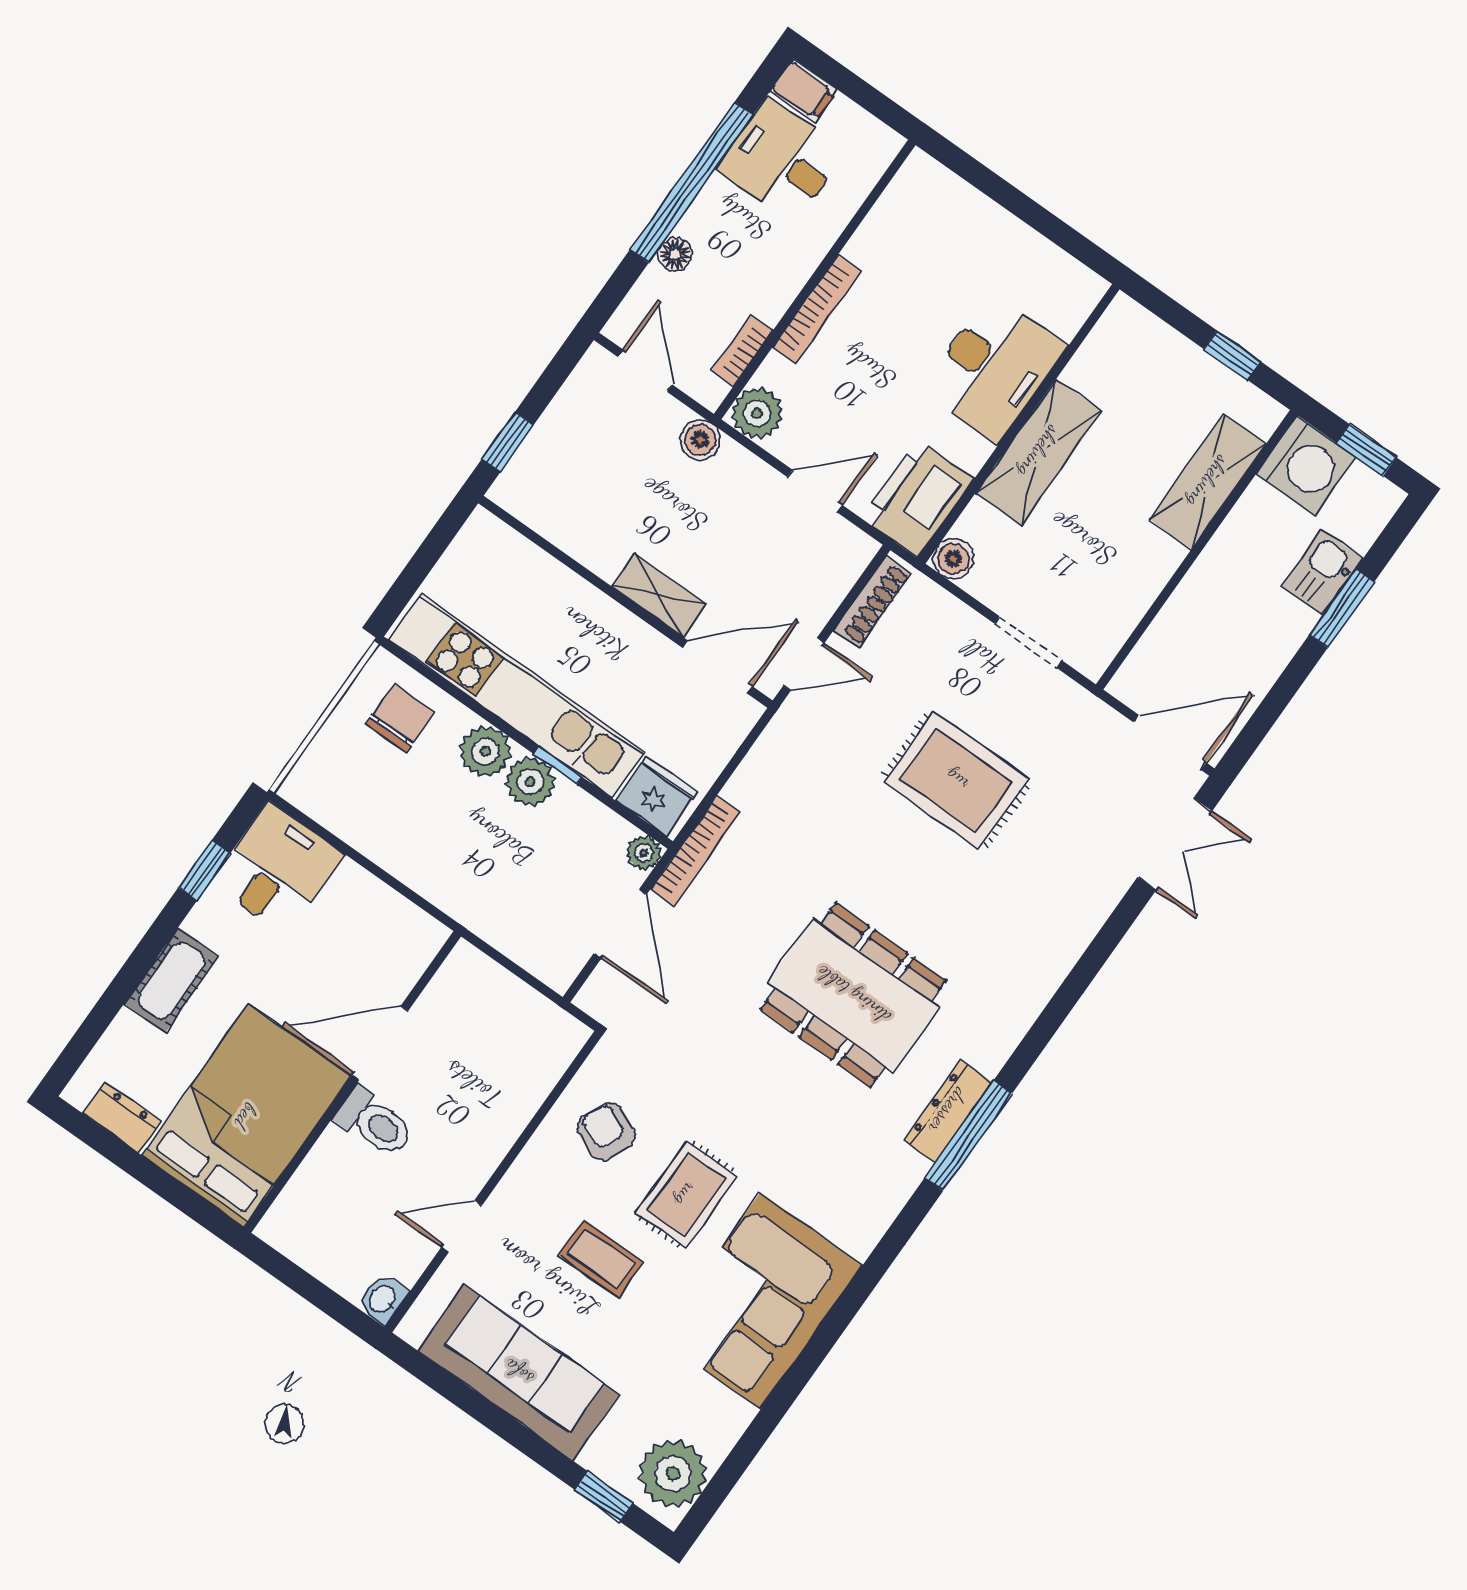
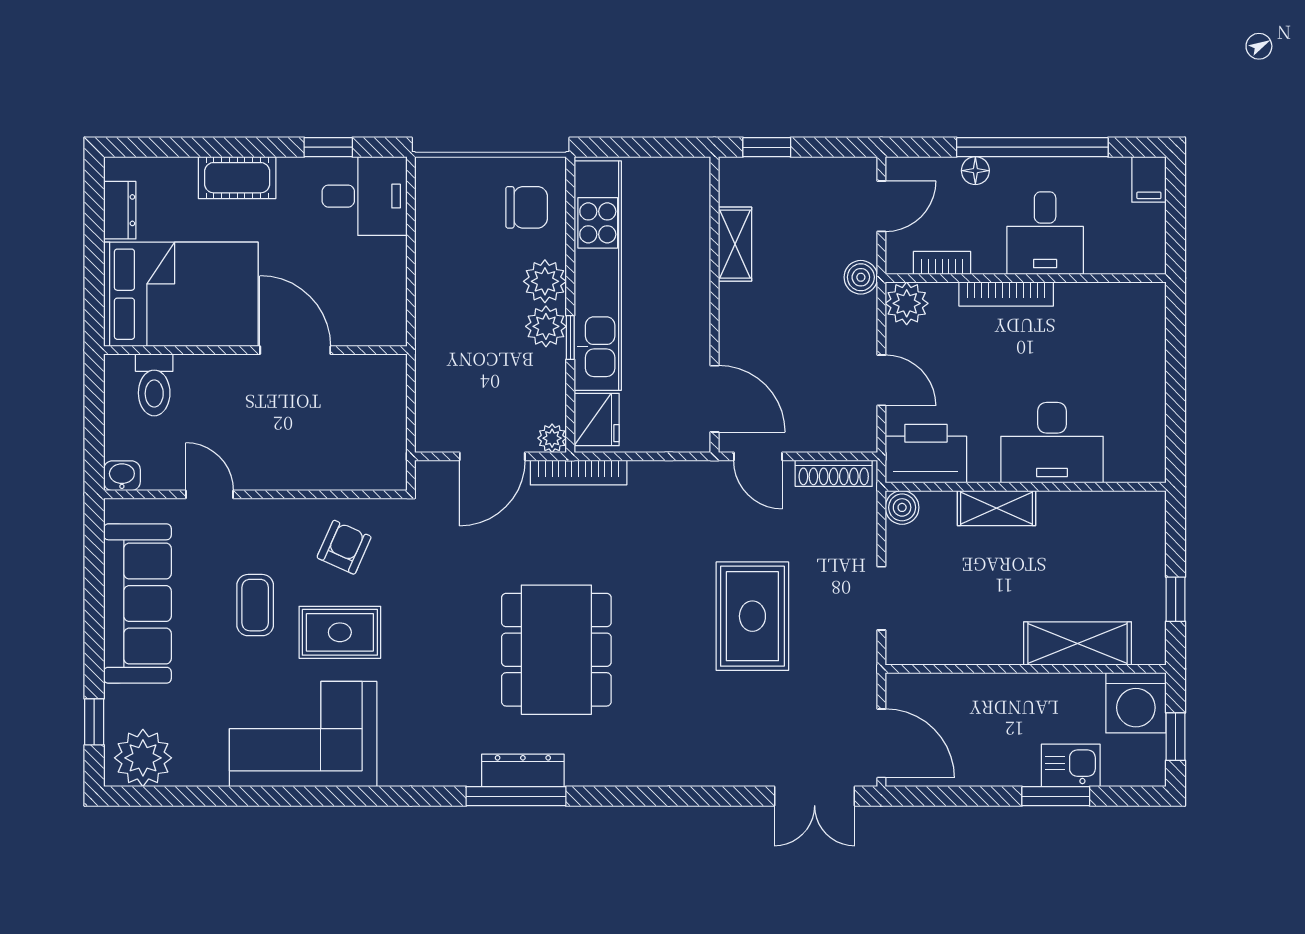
desk: (781, 161) -> (1045, 233), moved, turned 180
shelving: (1039, 452) -> (996, 508), width x0.67, depth x0.75
shelving: (659, 595) -> (735, 244), moved
toilet: (375, 1122) -> (154, 385), moved

